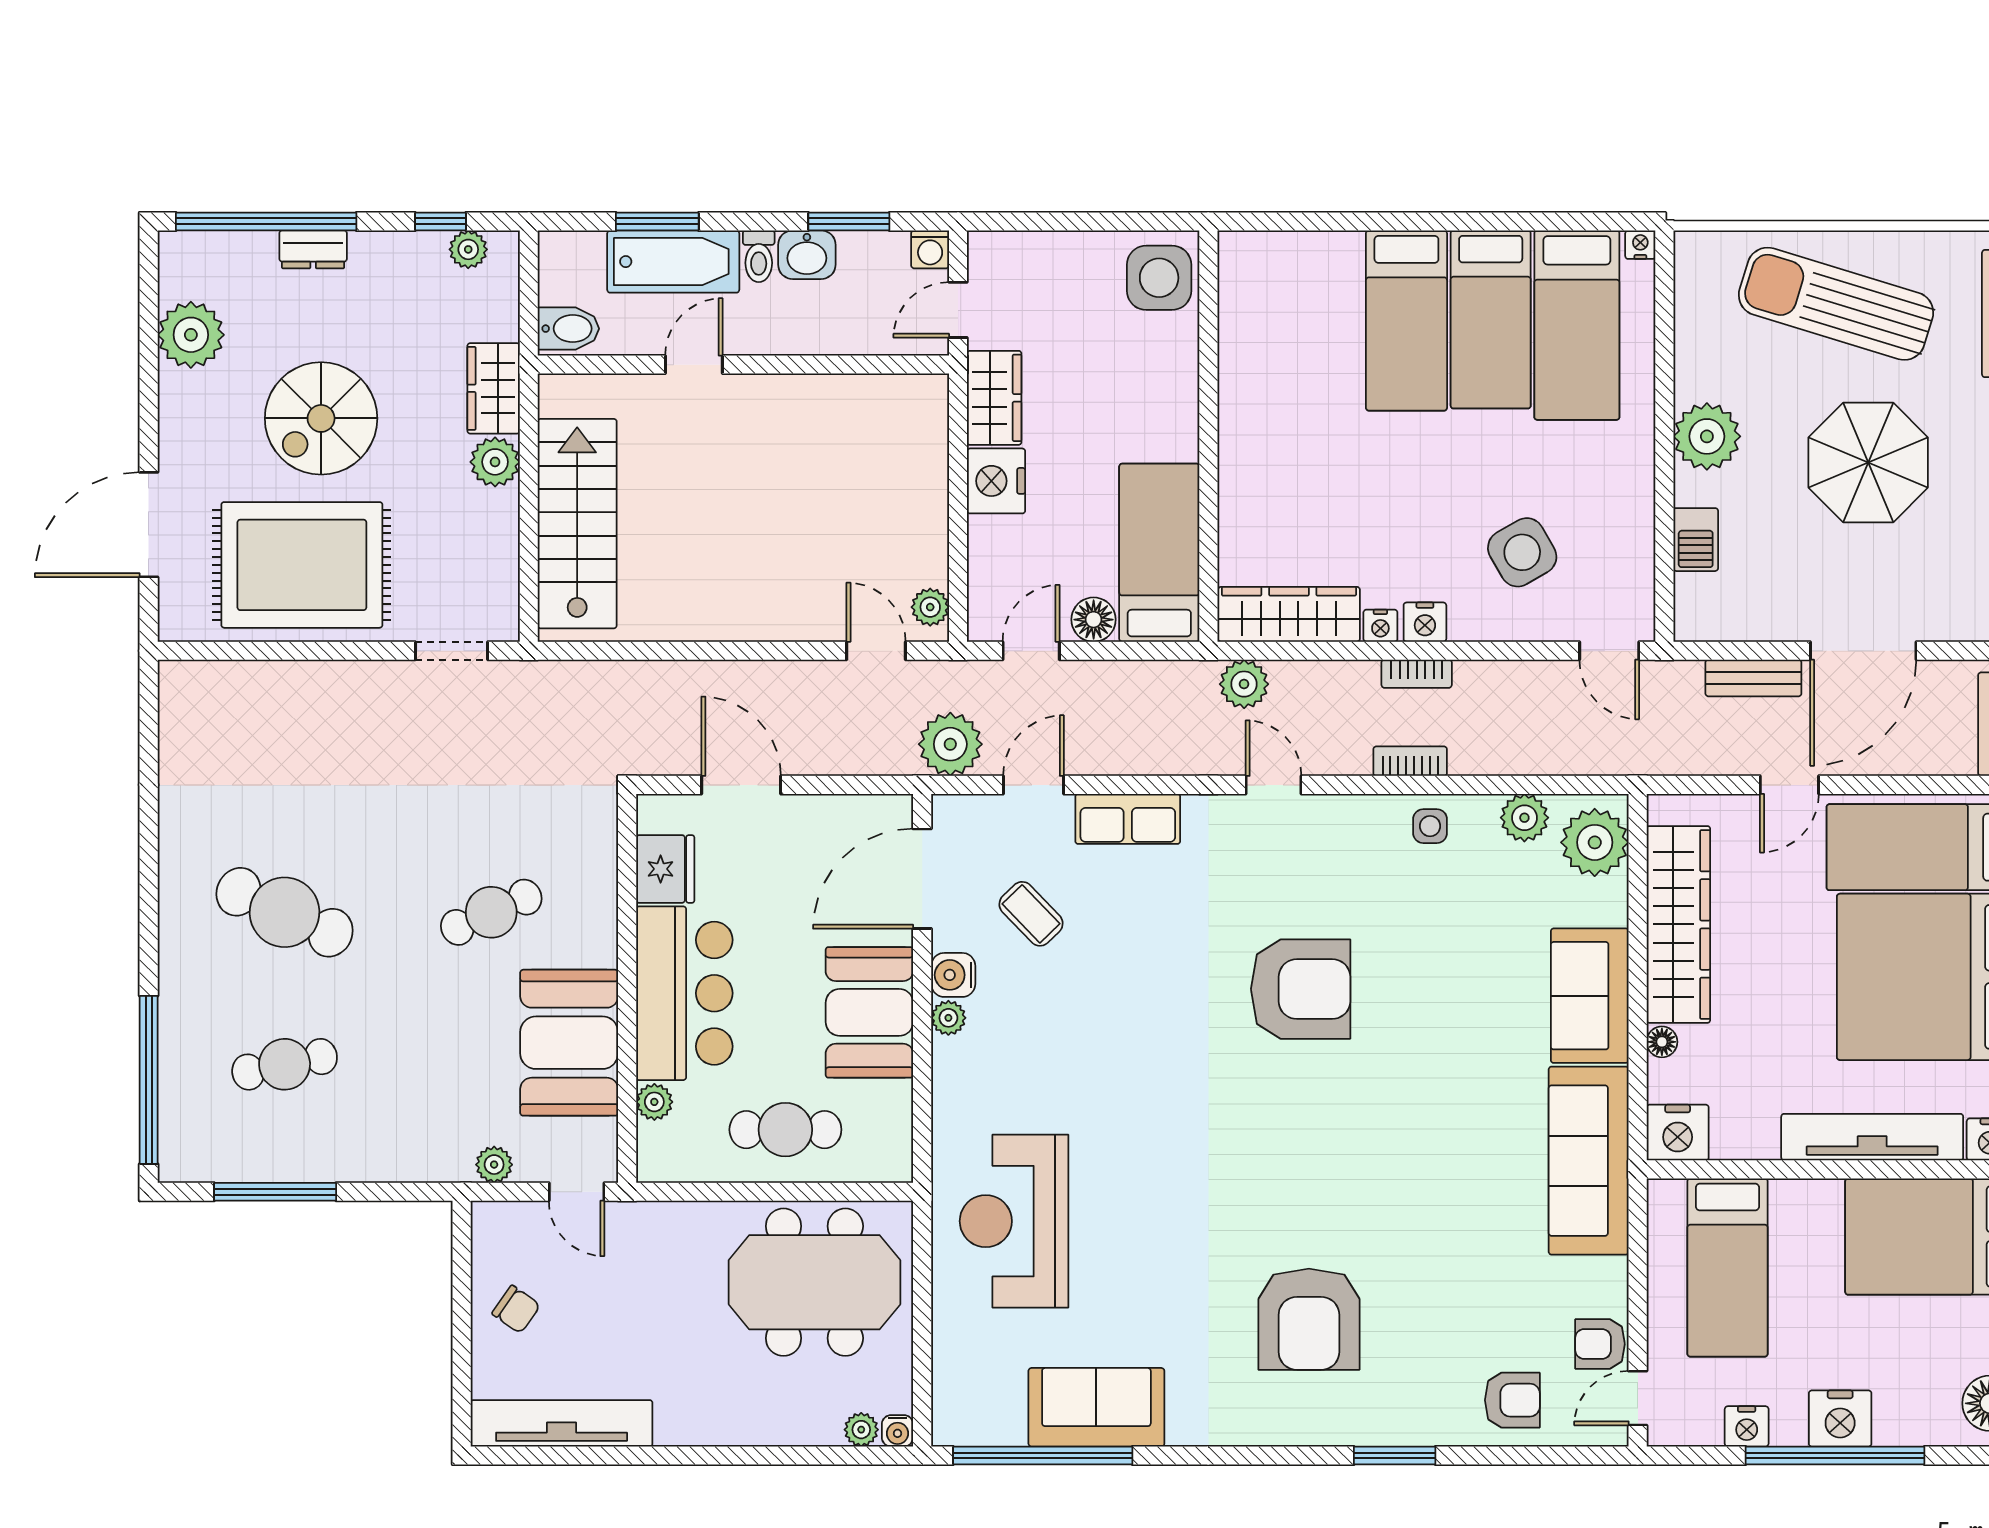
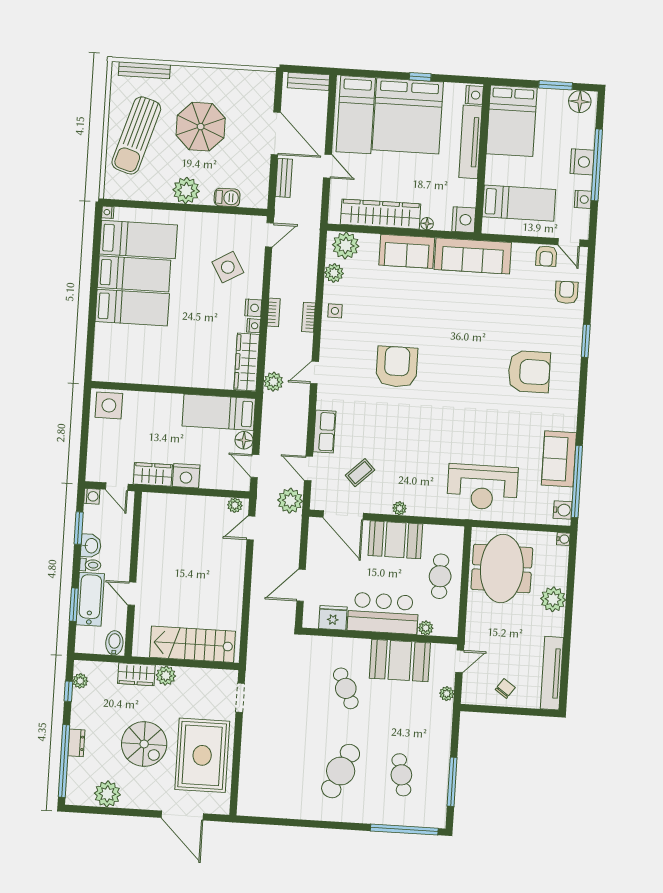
water cooler: (953, 975) -> (563, 510), moved, turned -90
plant: (861, 1430) -> (553, 599), moved, width x1.87, depth x1.87

